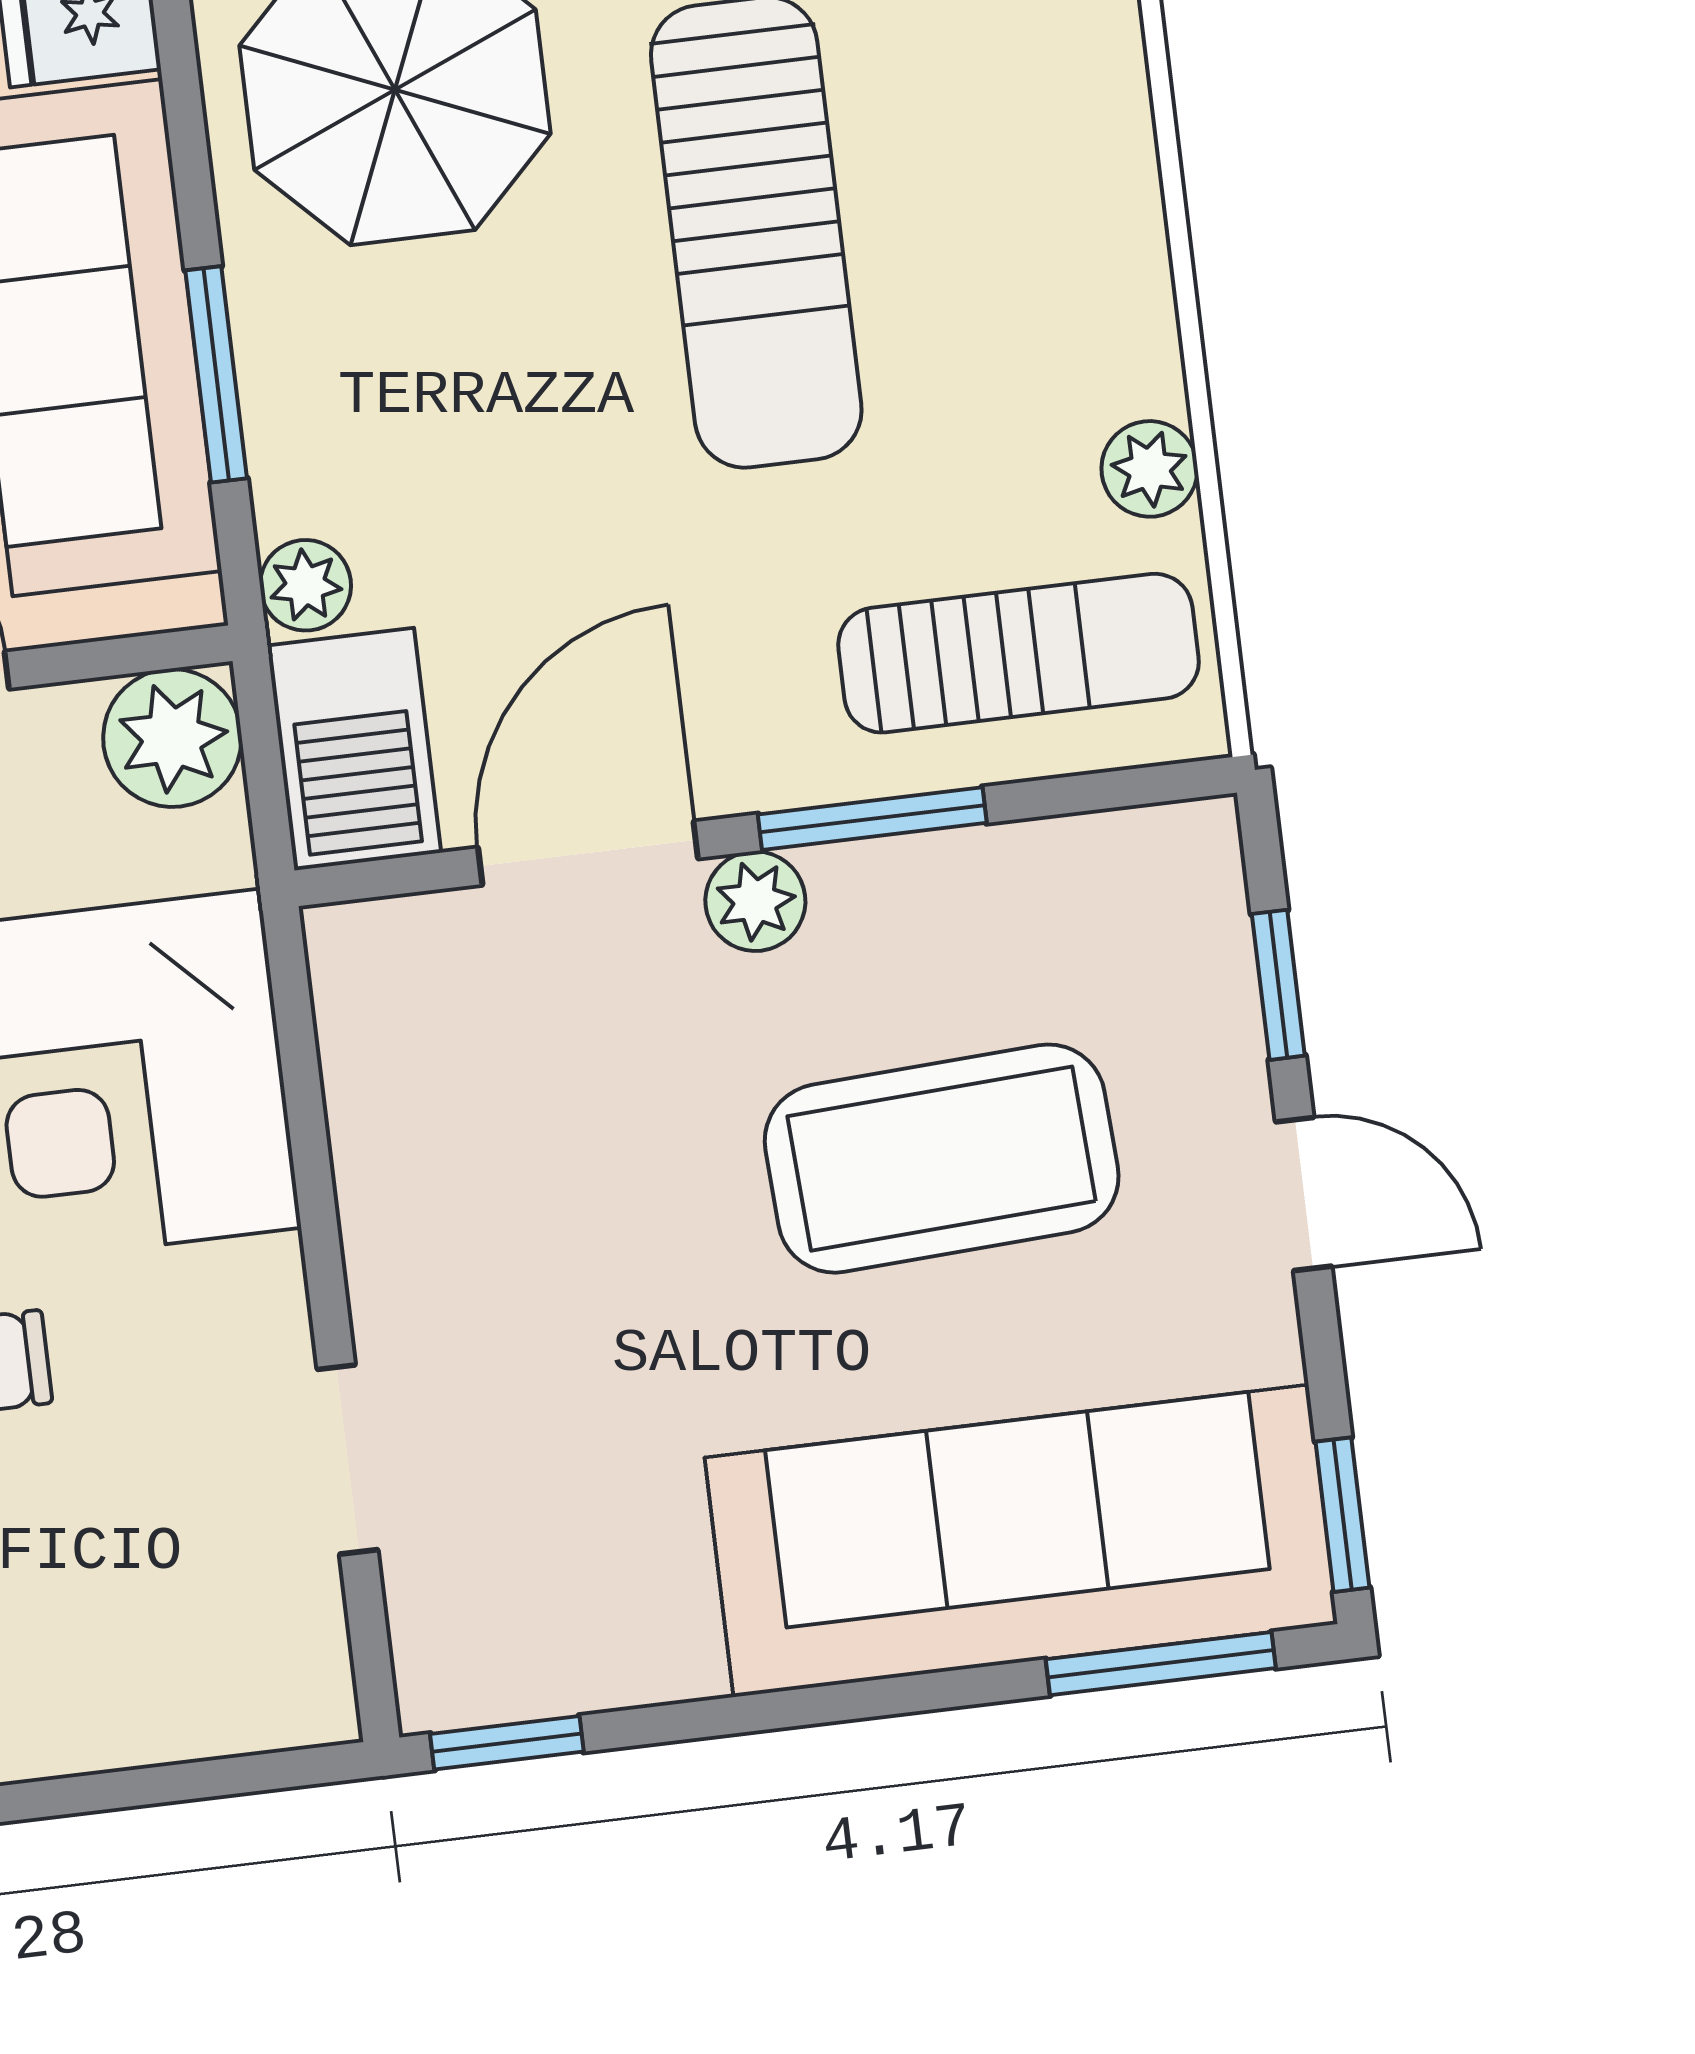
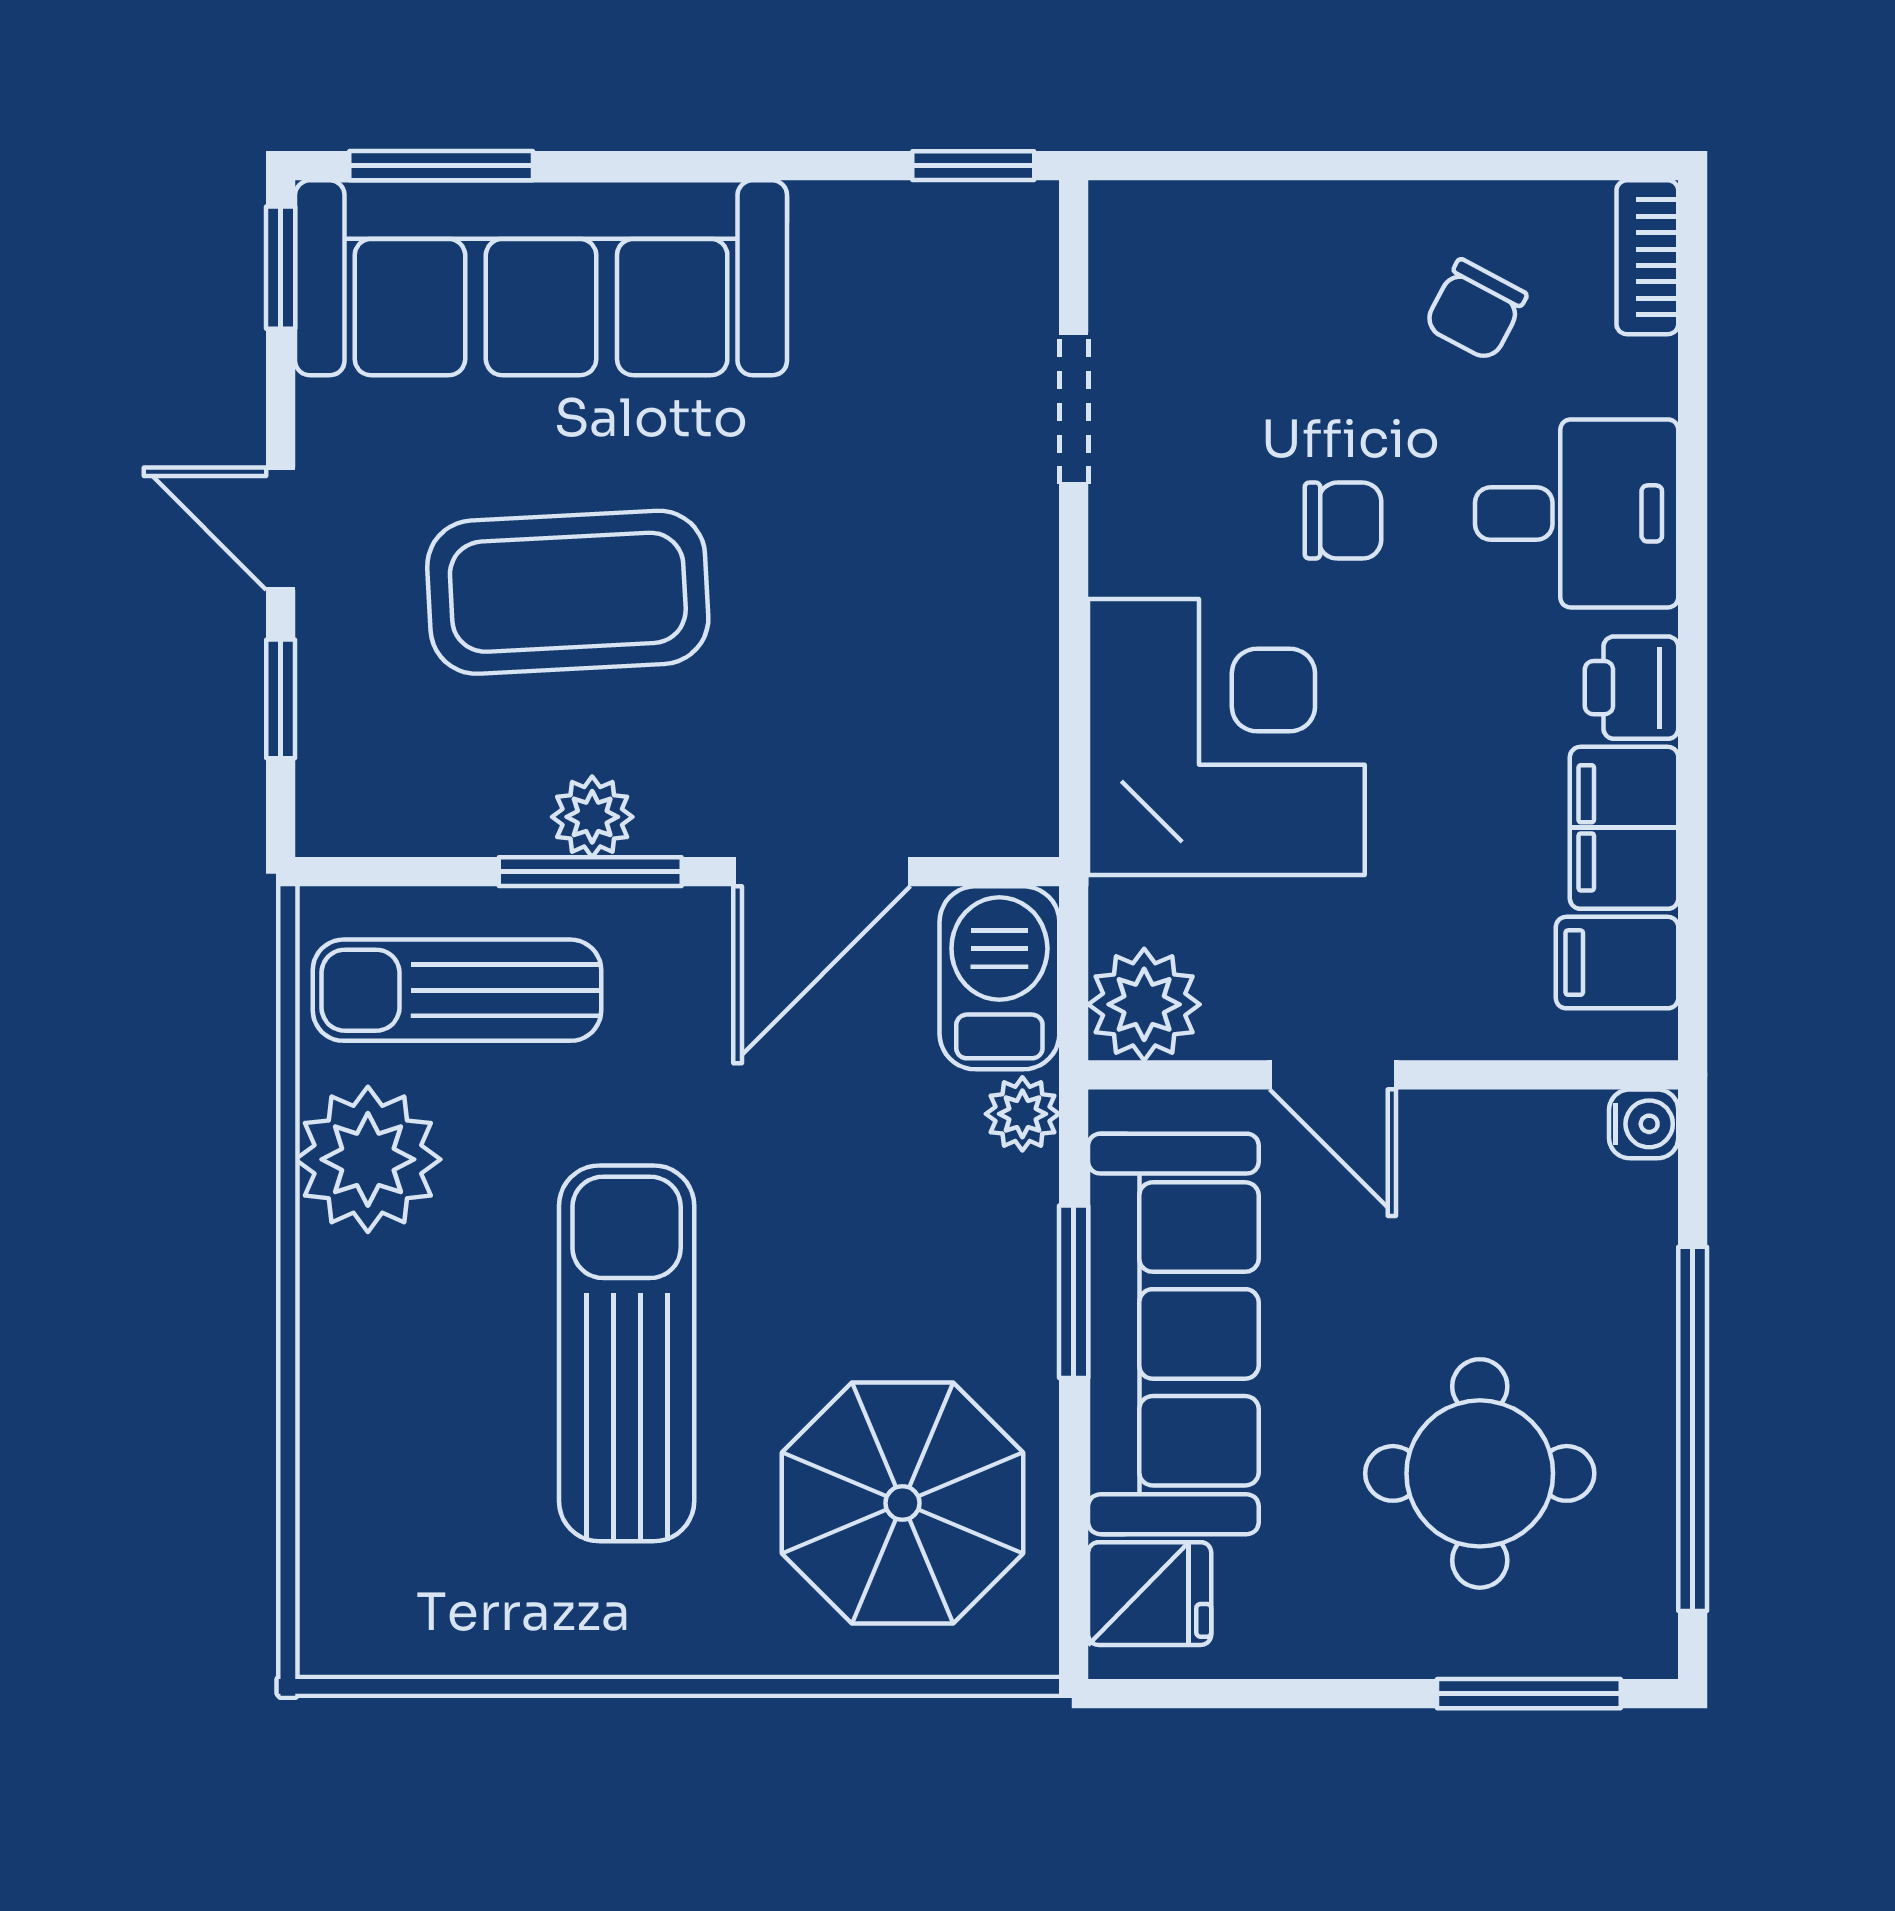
plant: (1150, 469) -> (368, 1159), width x1.87, depth x1.87
plant: (755, 901) -> (592, 817), moved

